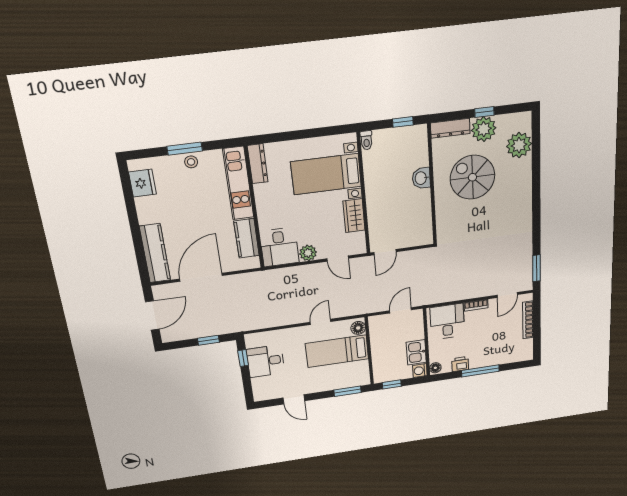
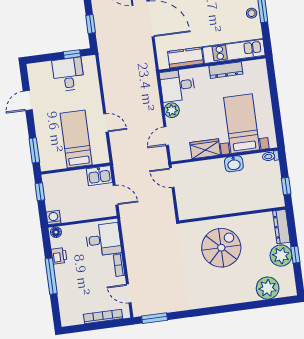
dresser: (258, 164) -> (226, 70), moved
spiral stairs: (472, 177) -> (221, 248), moved
washbasin: (421, 178) -> (234, 164), moved, turned 180
floor lamp: (358, 328) -> (99, 157), removed
kitchen sink: (416, 352) -> (99, 176), moved, turned 180

